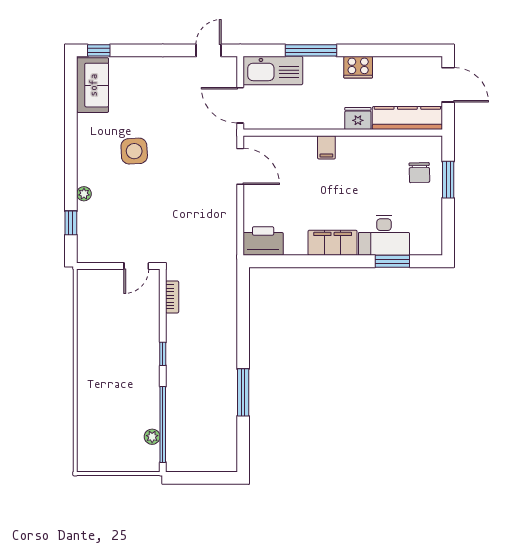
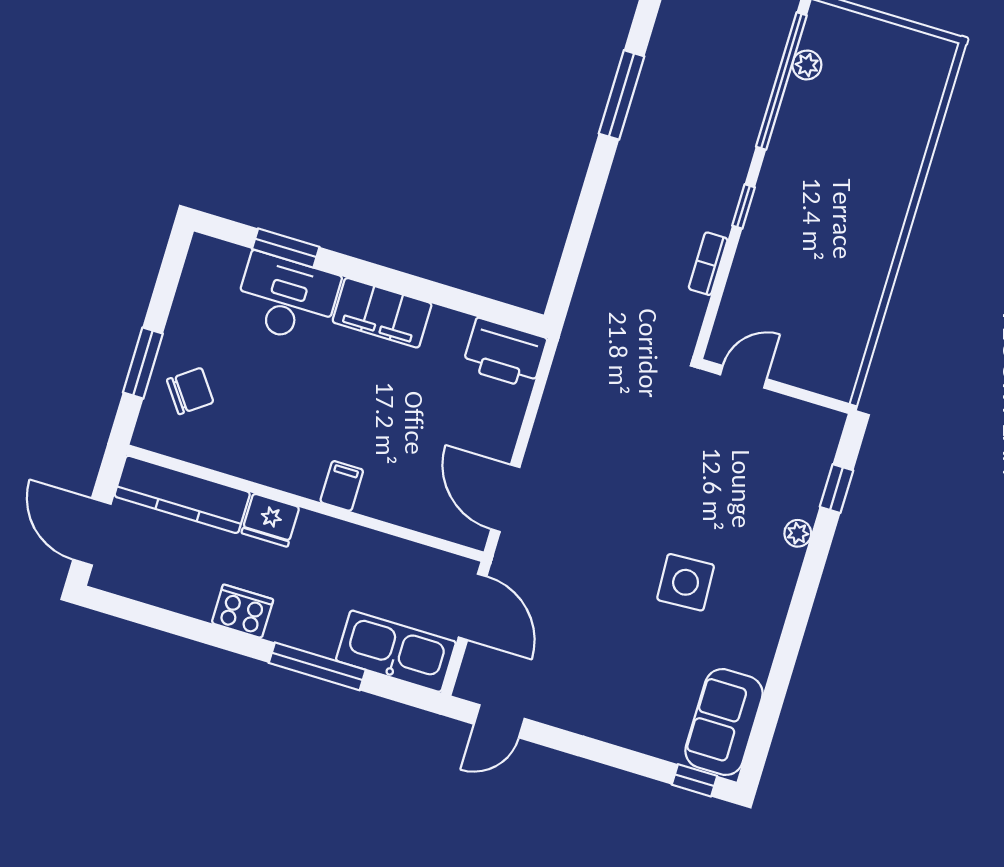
chair: (419, 173) -> (190, 391), turned 55
bookcase: (172, 297) -> (708, 264), moved

